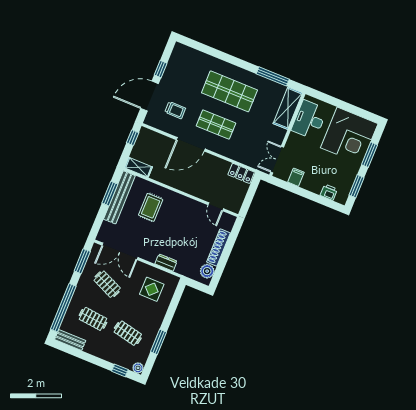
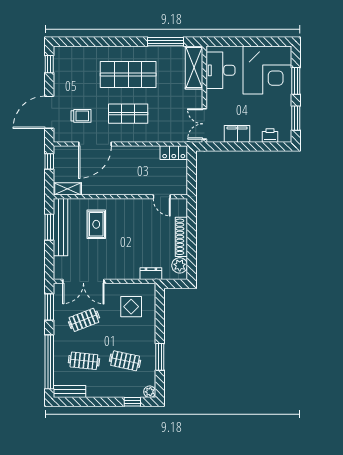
window: (161, 69) -> (49, 64), moved
door: (191, 144) -> (95, 144), moved
filing cabinet: (296, 177) -> (237, 134), width x2.00
dresser: (166, 262) -> (151, 274), moved
clothes rail: (107, 284) -> (84, 320), turned -45

